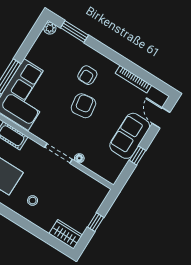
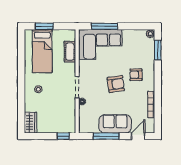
window: (137, 155) -> (106, 136), width x2.17
window: (96, 222) -> (63, 136), moved

